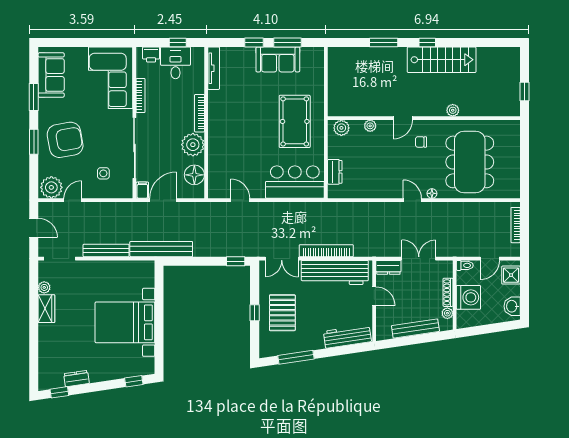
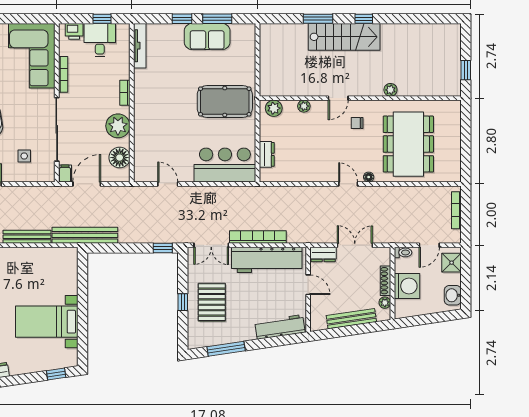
stairs: (442, 60) -> (344, 37), moved
bookcase: (200, 113) -> (125, 93), width x0.64
pool table: (295, 121) -> (225, 102), turned 90
bed with nightstands: (125, 322) -> (47, 322), width x0.73

